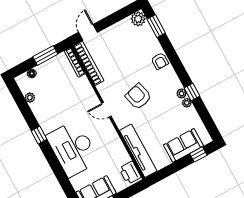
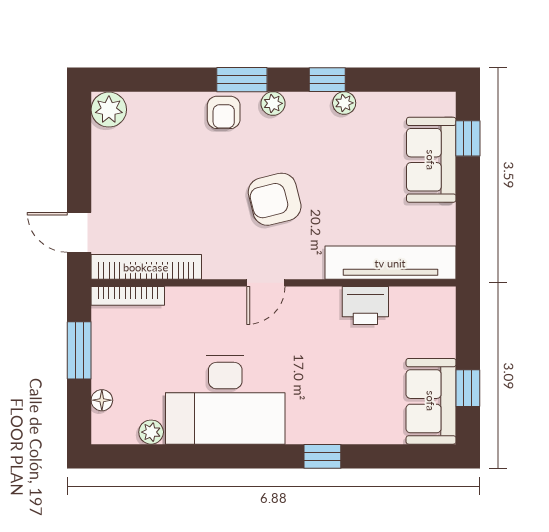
window: (156, 26) -> (242, 80), moved
armchair: (160, 61) -> (224, 112), turned 90
plant: (182, 93) -> (273, 103), moved
window: (39, 135) -> (322, 456), moved
desk: (73, 148) -> (225, 400), moved
printer: (130, 173) -> (365, 306), moved

